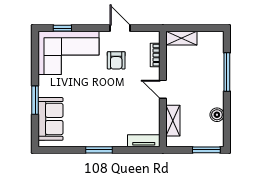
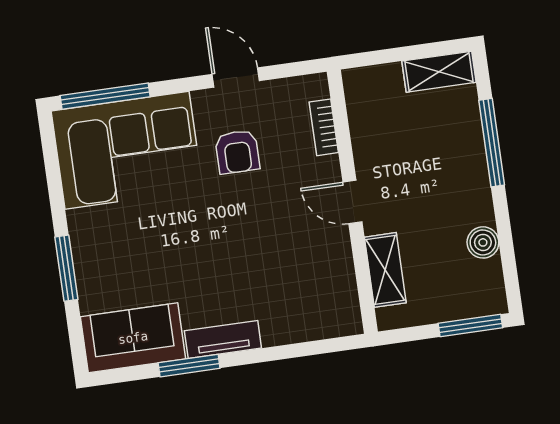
window: (62, 28) -> (105, 96), width x2.17
shelving: (181, 38) -> (439, 72), moved
sofa: (50, 119) -> (133, 338), moved, turned -90
tv unit: (144, 141) -> (223, 339), moved
window: (99, 150) -> (189, 366), moved

